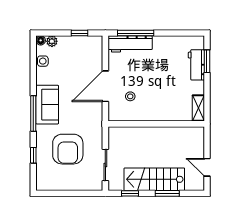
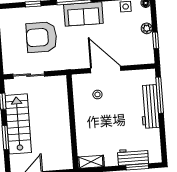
plant: (52, 41) -> (147, 28), moved
workbench: (130, 44) -> (150, 106), moved

